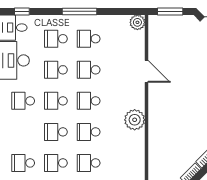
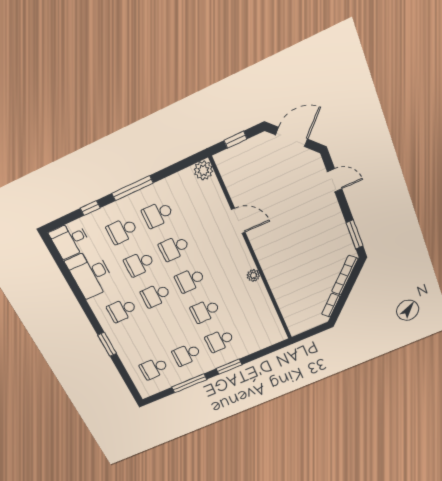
window: (22, 11) -> (90, 208), moved
window: (170, 11) -> (236, 140), width x0.67
plant: (135, 120) -> (253, 275), width x0.53, depth x0.53
school desk: (56, 132) -> (171, 325), removed

